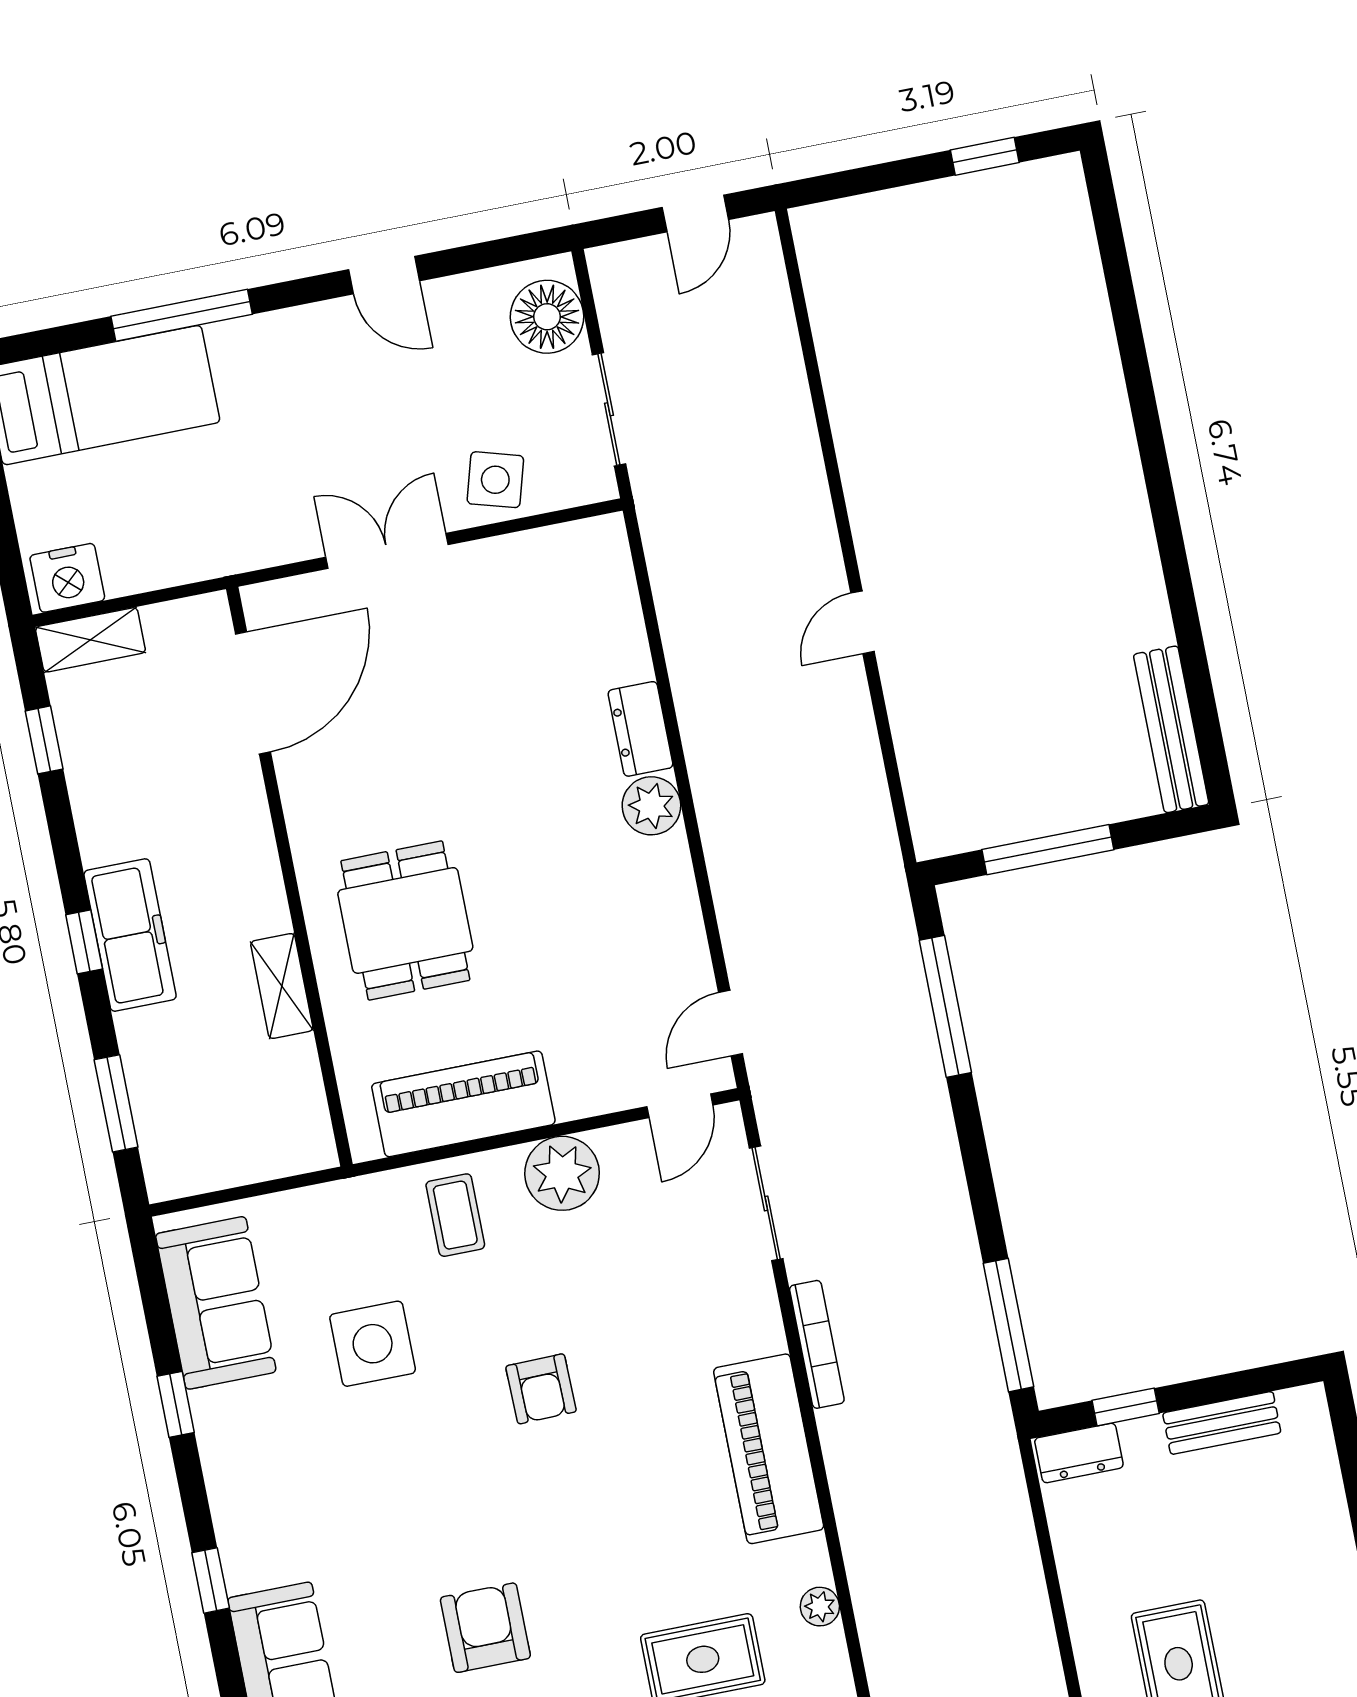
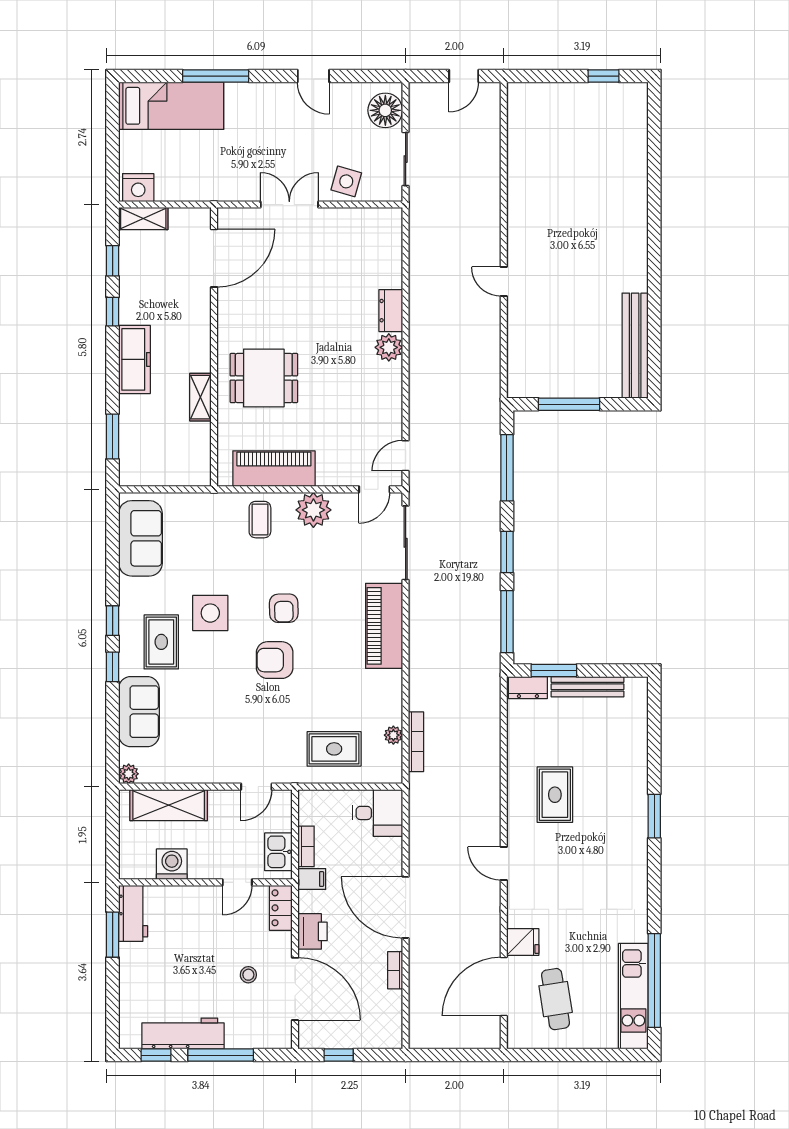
door: (862, 622) -> (504, 281), hinge flipped
bench: (1171, 729) -> (635, 346), width x1.37, depth x1.21
dining table: (405, 920) -> (264, 378), turned 90
window: (84, 942) -> (113, 312), moved
window: (980, 1181) -> (507, 552), added
sliding door: (766, 1203) -> (406, 543), width x1.37
side table: (373, 1344) -> (210, 613), moved
bookcase: (817, 1344) -> (416, 742), moved
window: (176, 1404) -> (113, 621), moved
window: (1126, 1407) -> (554, 670), width x1.50
bench: (1222, 1423) -> (587, 687), width x1.36
piano: (769, 1449) -> (384, 626), moved
rug: (301, 1509) -> (161, 642), added
armchair: (485, 1628) -> (275, 660), moved, turned -90

